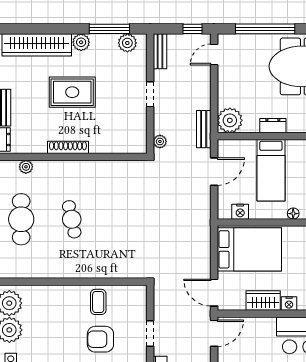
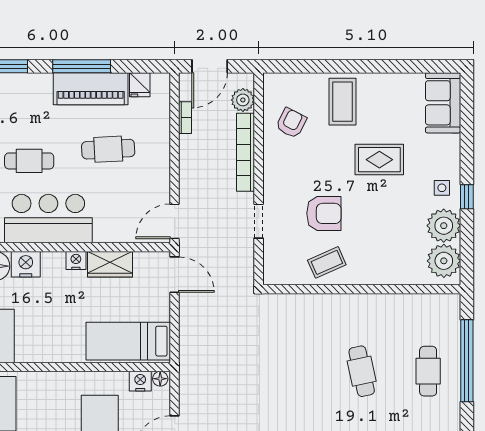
floor lamp: (293, 214) -> (160, 379), moved
cafe table: (21, 219) -> (428, 371), width x0.73, depth x0.74
bed: (249, 249) -> (128, 341), width x0.67
coffee table: (98, 302) -> (327, 262), turned 66

